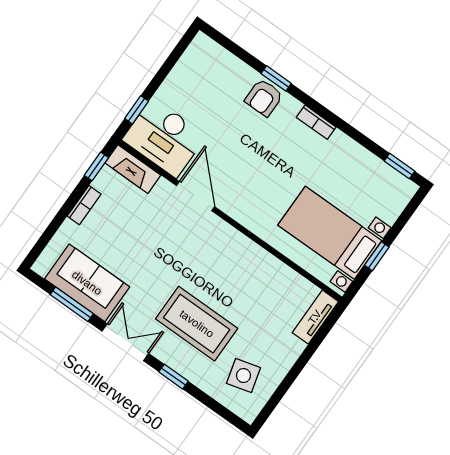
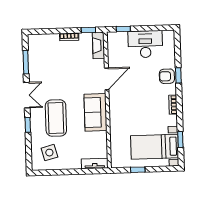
desk: (164, 138) -> (145, 44), moved, turned 90
window: (399, 166) -> (180, 140), moved
bed with nightstands: (330, 233) -> (155, 147), moved, turned -90
sofa: (87, 283) -> (95, 112), moved, turned 180

